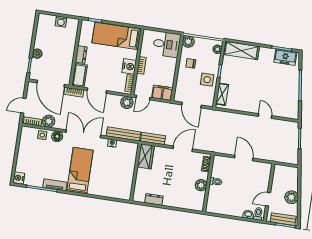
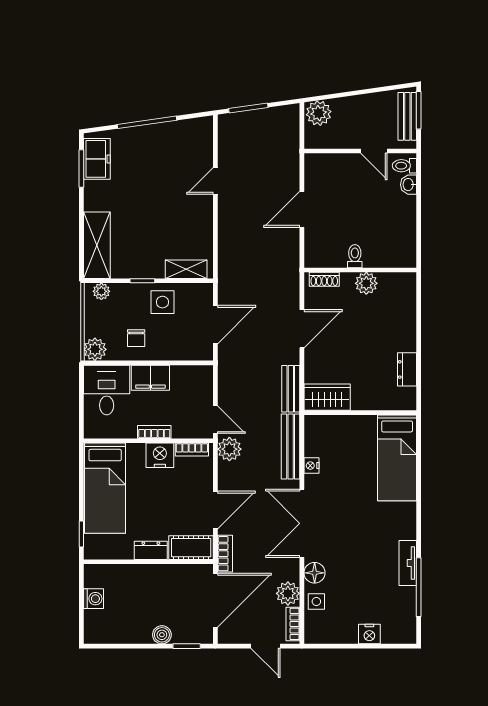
filing cabinet: (162, 93) -> (150, 378), moved, turned -90
door: (183, 149) -> (302, 329), swing flipped
bed: (80, 171) -> (397, 458), moved, turned -90
nightstand: (19, 178) -> (369, 634), moved
plant: (291, 197) -> (319, 113), moved

